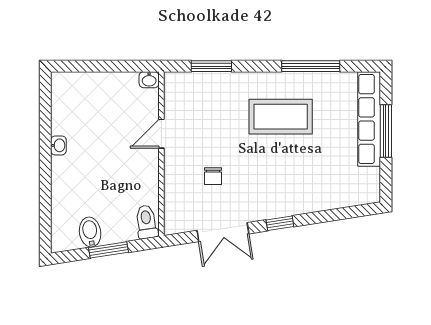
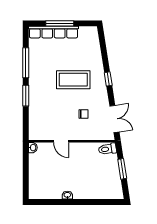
window: (211, 66) -> (26, 96), moved
coffee table: (281, 117) -> (73, 80), moved, turned 90
bidet: (90, 232) -> (113, 179), removed
double door: (223, 232) -> (114, 119), moved

